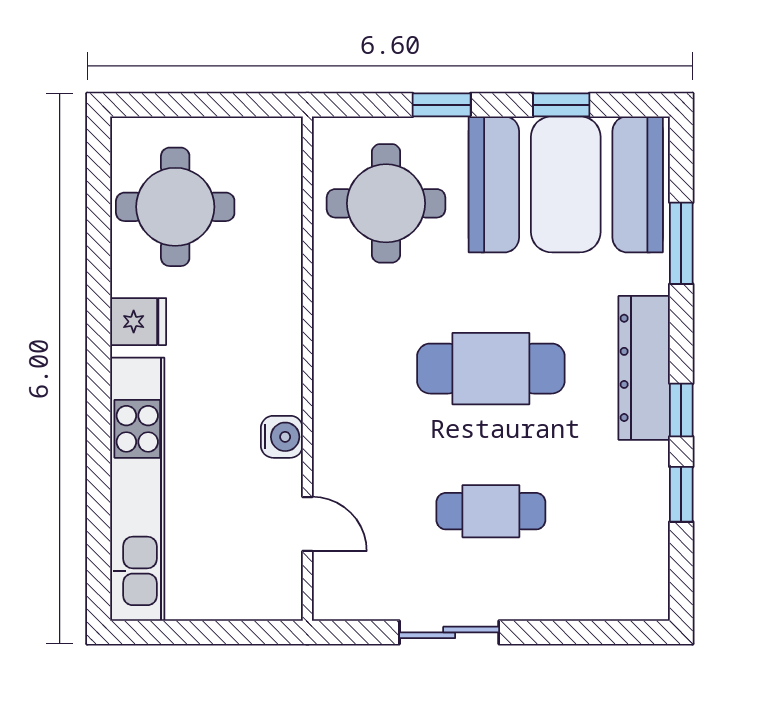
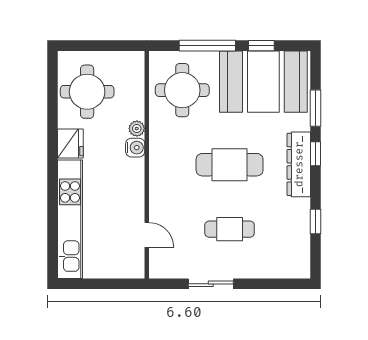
window: (442, 105) -> (207, 46), width x2.17
plant: (285, 288) -> (137, 129), added
fridge: (138, 322) -> (70, 143), width x1.38
window: (681, 410) -> (316, 154), moved
water cooler: (282, 437) -> (135, 148), moved

